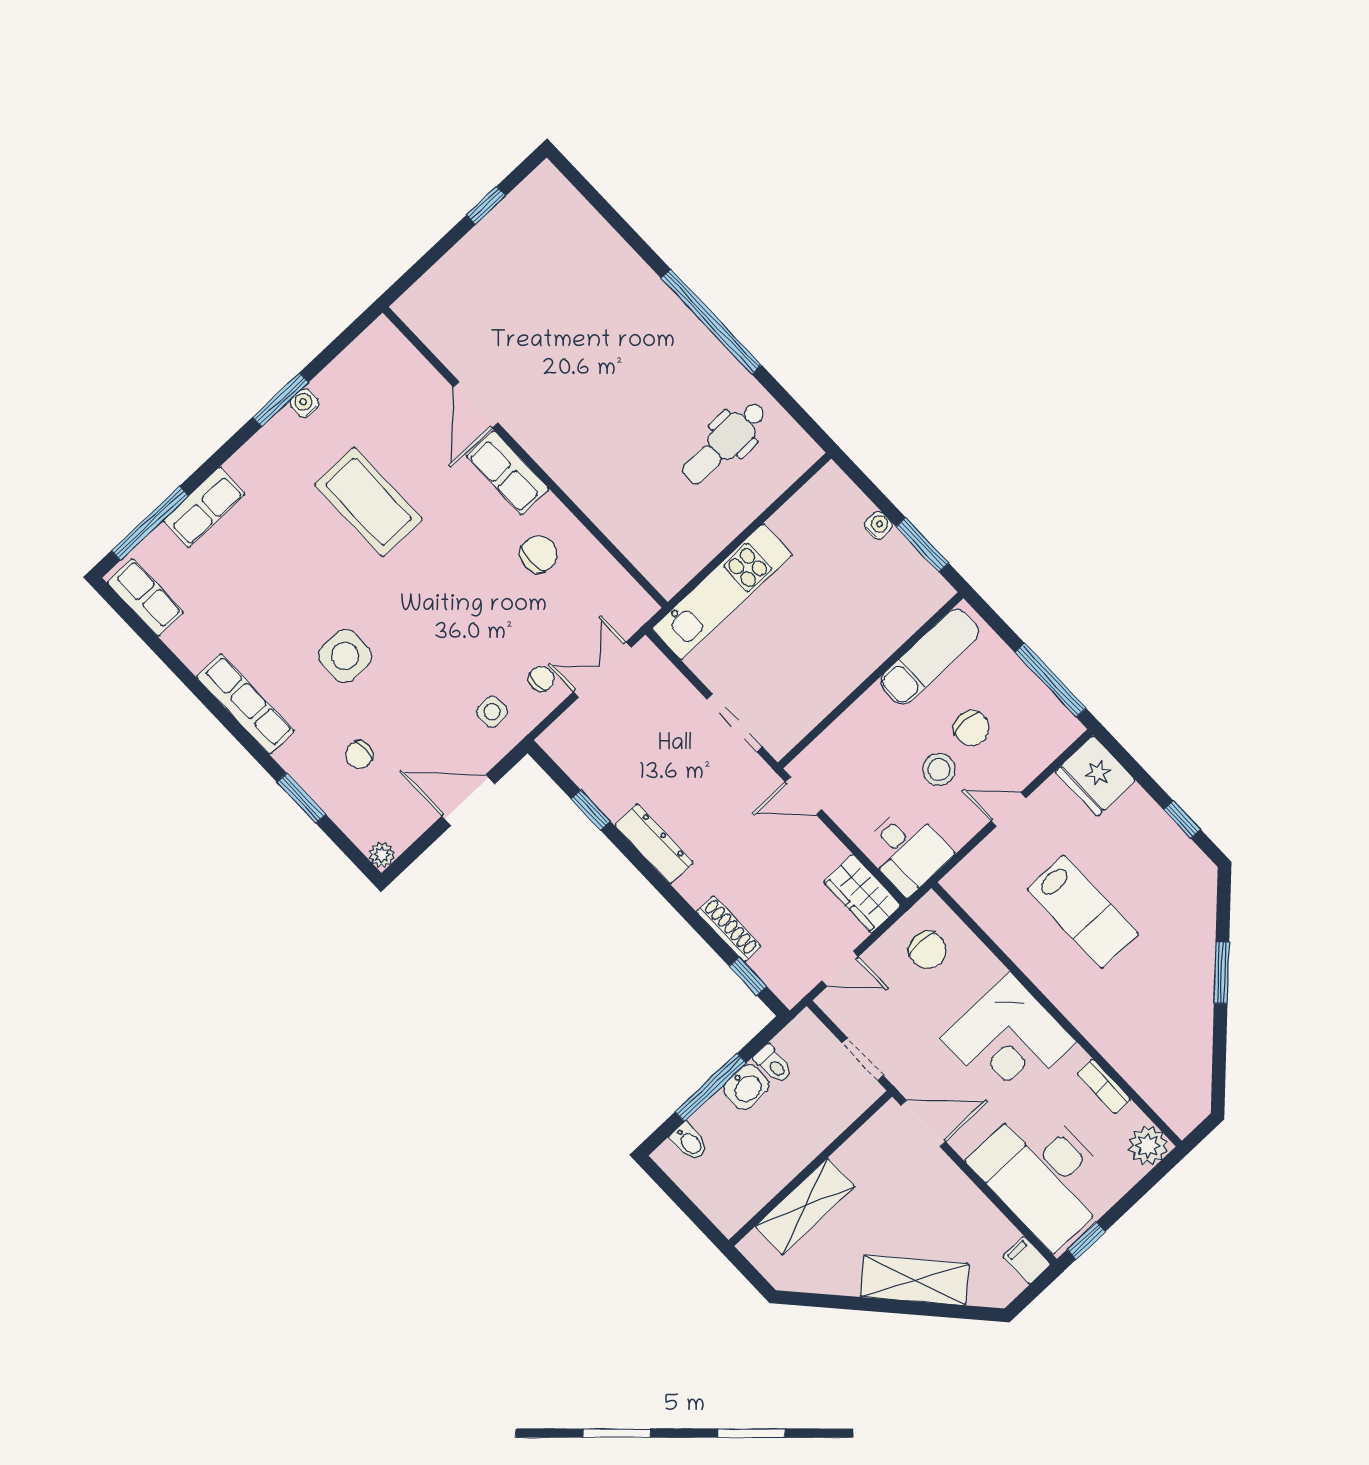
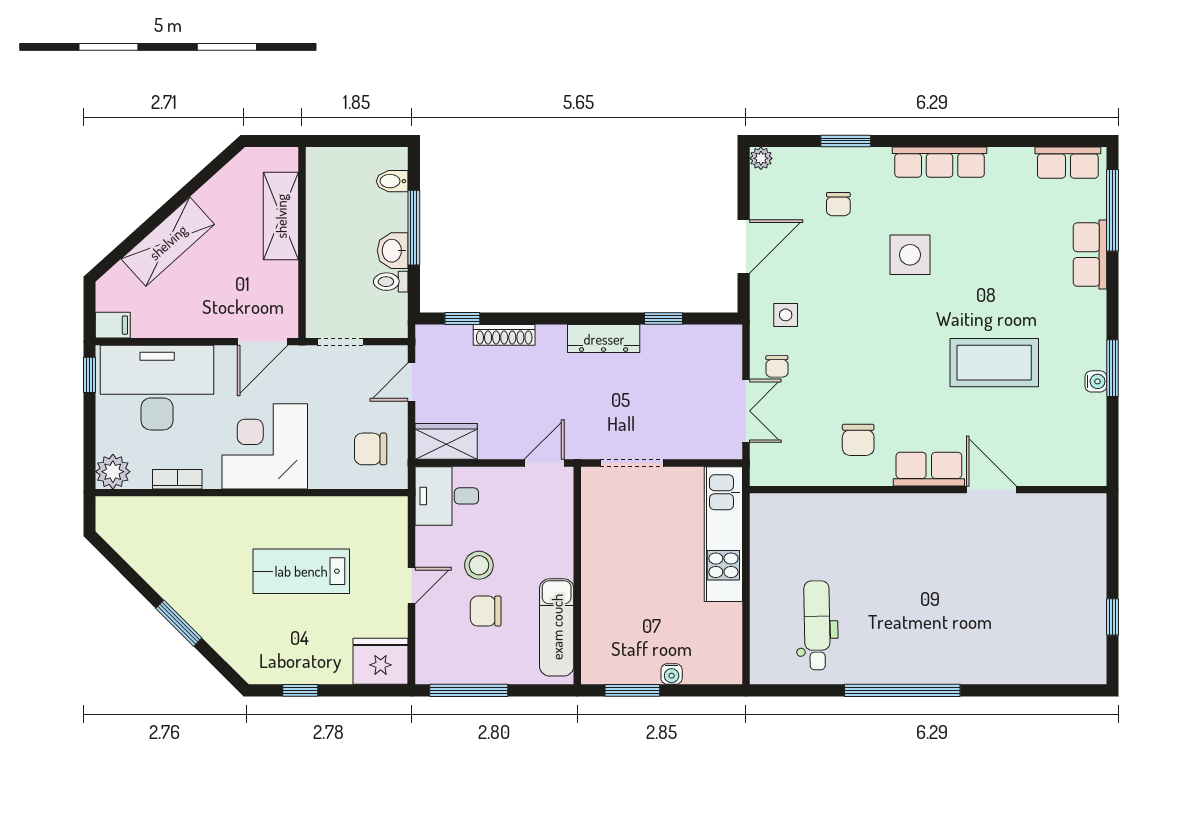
chair: (359, 755) -> (838, 204), turned 180

